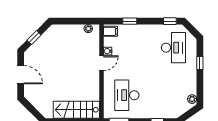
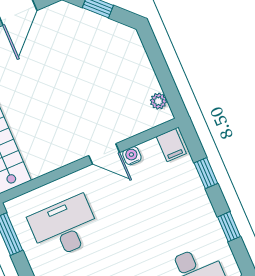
window: (170, 21) -> (229, 227), moved

